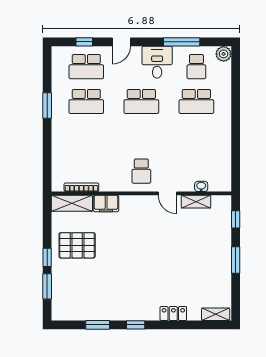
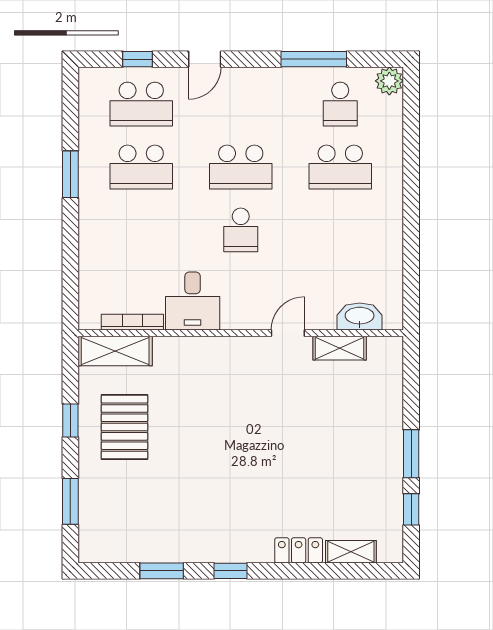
desk: (157, 62) -> (193, 301), moved, turned 180
school desk: (141, 171) -> (241, 230), moved
washbasin: (201, 186) -> (360, 316), width x1.91, depth x1.45
door: (167, 193) -> (288, 333), swing flipped
filing cabinet: (106, 203) -> (177, 351), removed
window: (236, 219) -> (411, 509), moved
pallet: (77, 245) -> (124, 427), turned 90
window: (47, 257) -> (70, 420), moved
shelving: (216, 314) -> (351, 552), moved

